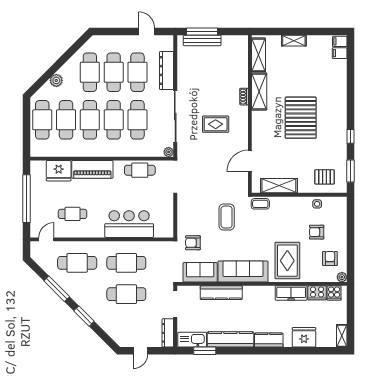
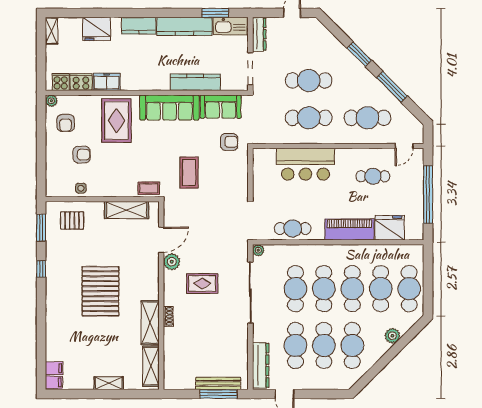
dresser: (167, 71) -> (261, 365), moved
plant: (241, 142) -> (172, 262), added
freezer: (291, 293) -> (107, 82), width x0.71

